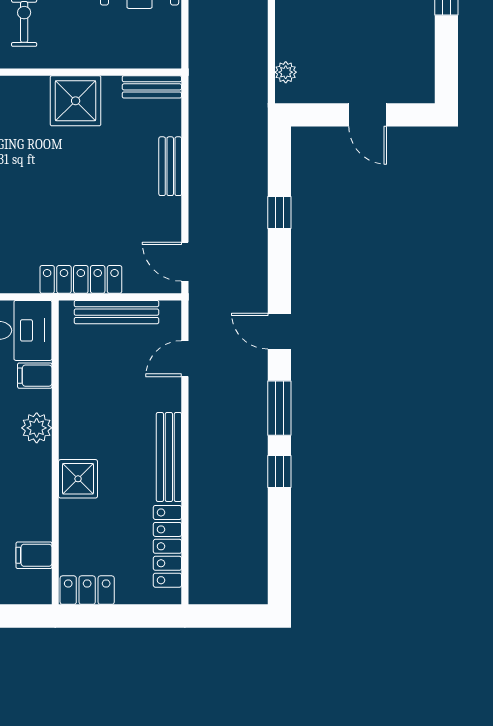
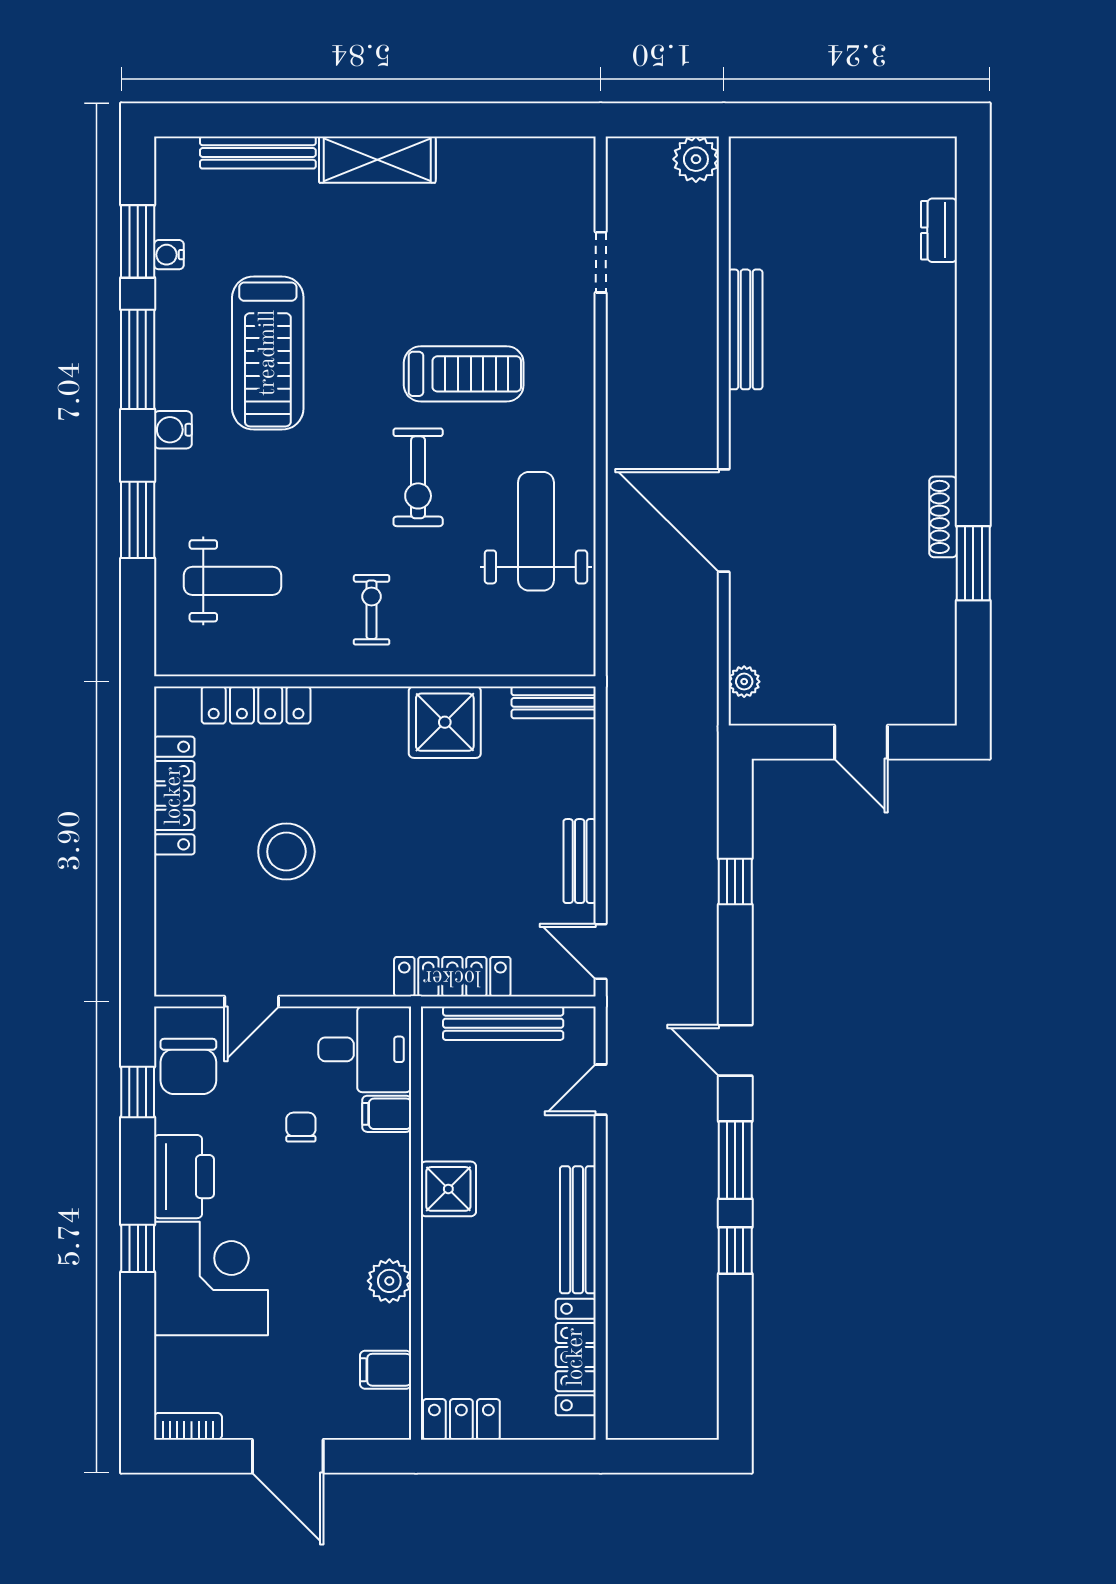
bench: (170, 166) -> (580, 861), moved
plant: (37, 428) -> (389, 1281), moved
shower: (78, 479) -> (448, 1189), moved

